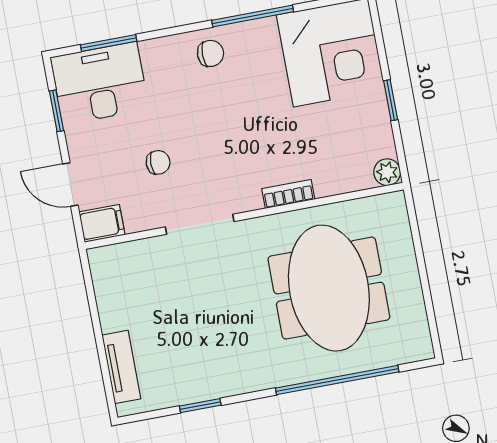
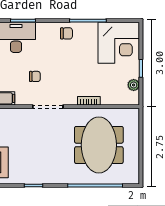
plant: (387, 172) -> (134, 85), moved

